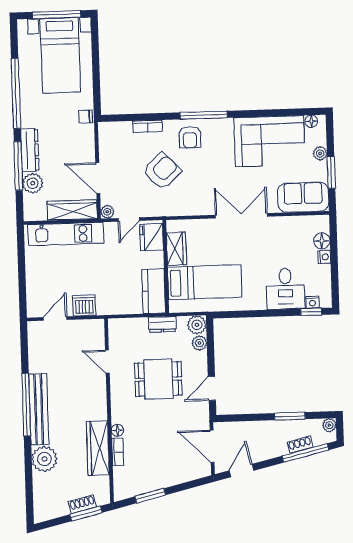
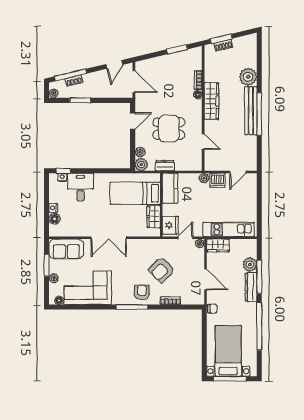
door: (98, 178) -> (205, 279), moved
wardrobe: (72, 210) -> (218, 245), width x0.67
plant: (104, 308) -> (204, 178), added
wardrobe: (98, 448) -> (211, 101), moved

